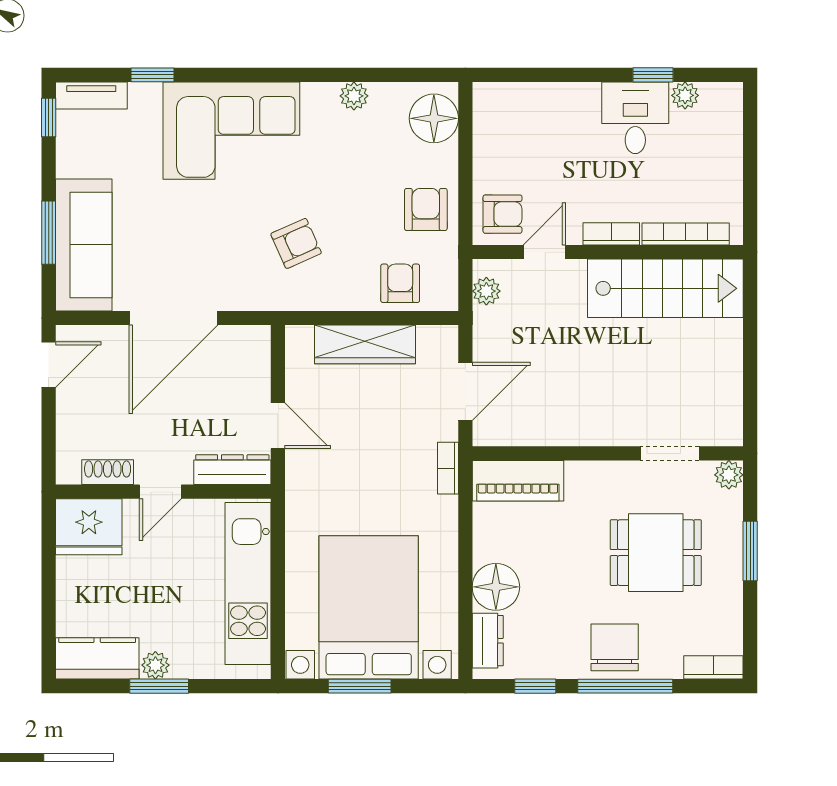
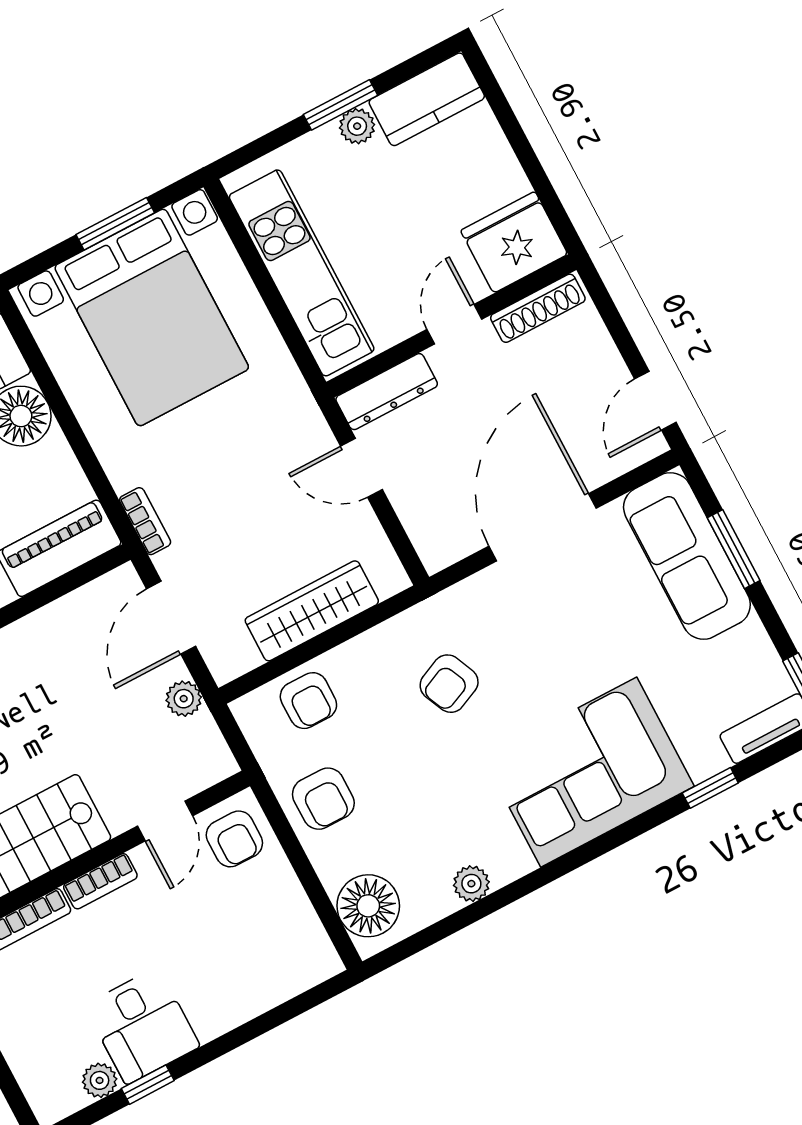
armchair: (503, 214) -> (234, 839), turned -90
plant: (486, 291) -> (184, 699), moved
shoe rack: (108, 472) -> (538, 308), width x1.43

